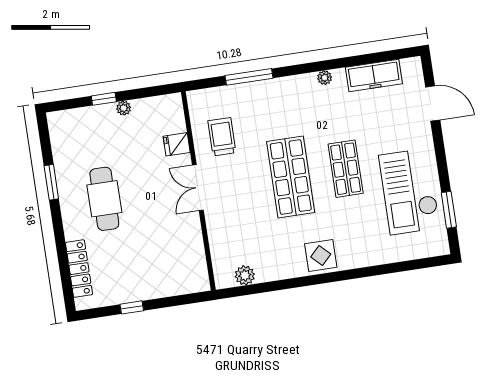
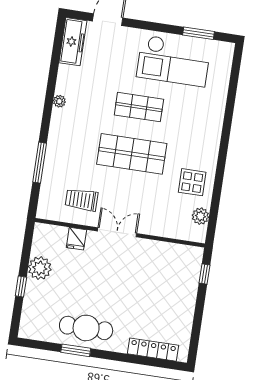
freezer: (374, 75) -> (73, 42), moved
plant: (124, 108) -> (40, 268), width x1.88, depth x1.88
double door: (198, 188) -> (117, 232), swing flipped
cafe table: (104, 199) -> (86, 328), moved
display table: (321, 255) -> (192, 182), moved
window: (132, 307) -> (204, 274), moved

